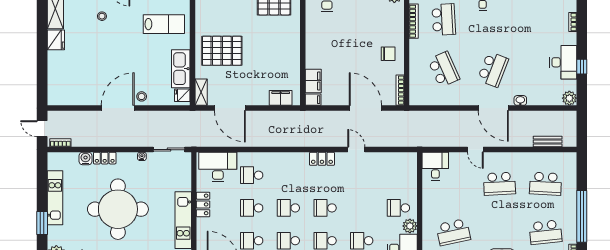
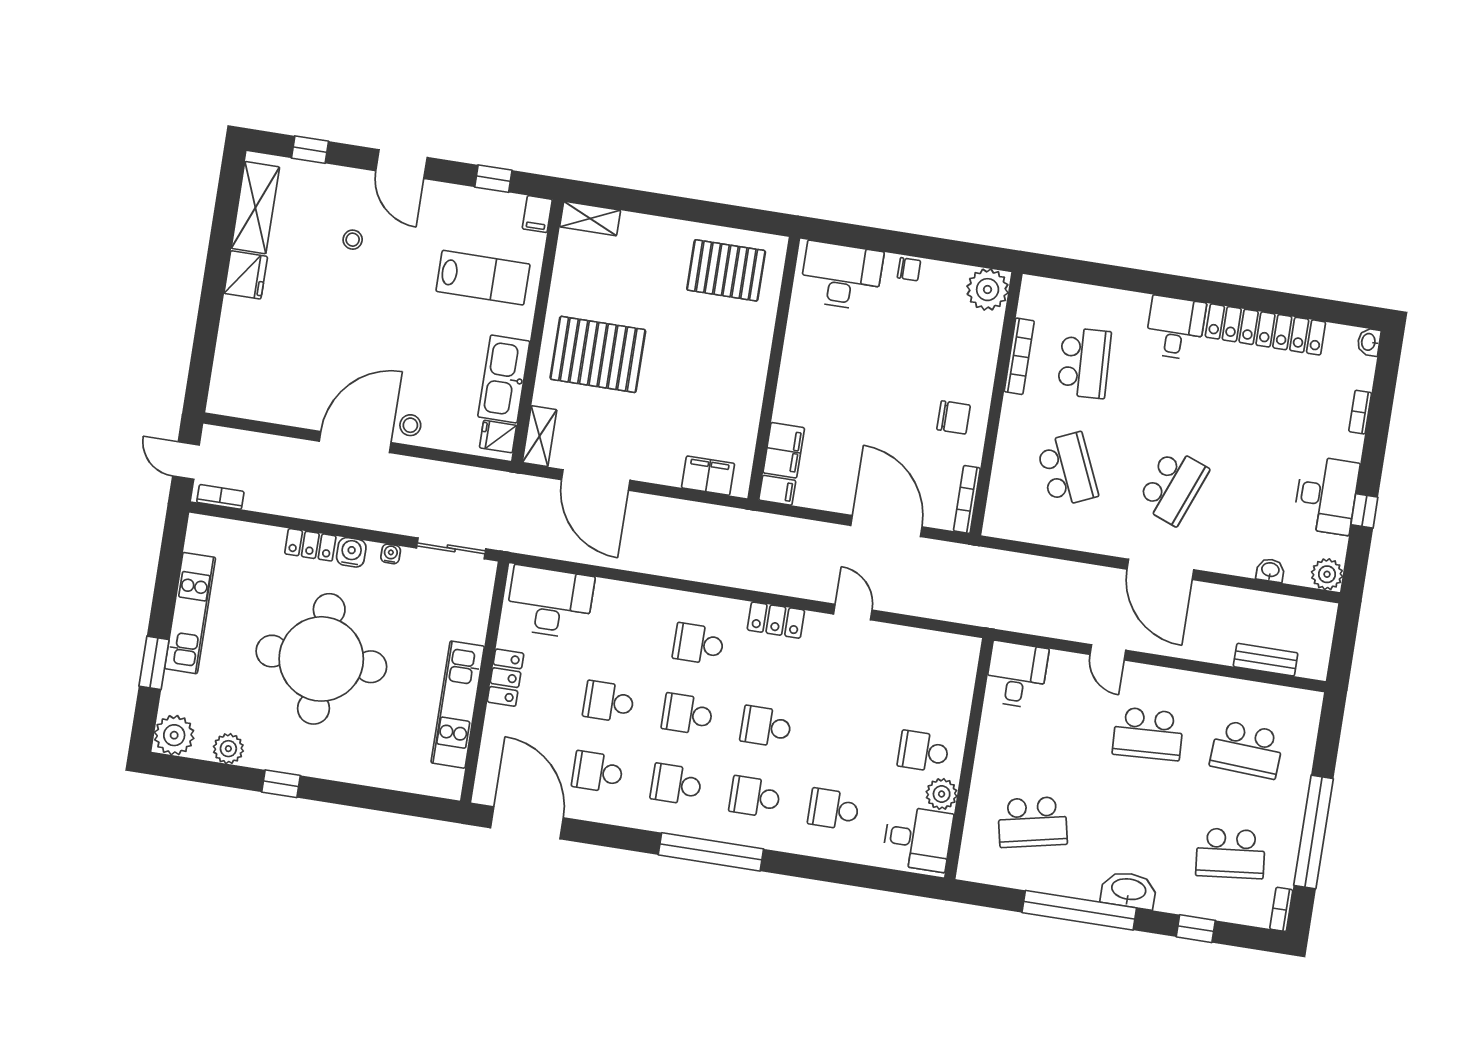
washbasin: (520, 100) -> (1270, 570), moved
water cooler: (86, 159) -> (351, 552), moved
school desk: (252, 175) -> (698, 644), moved

